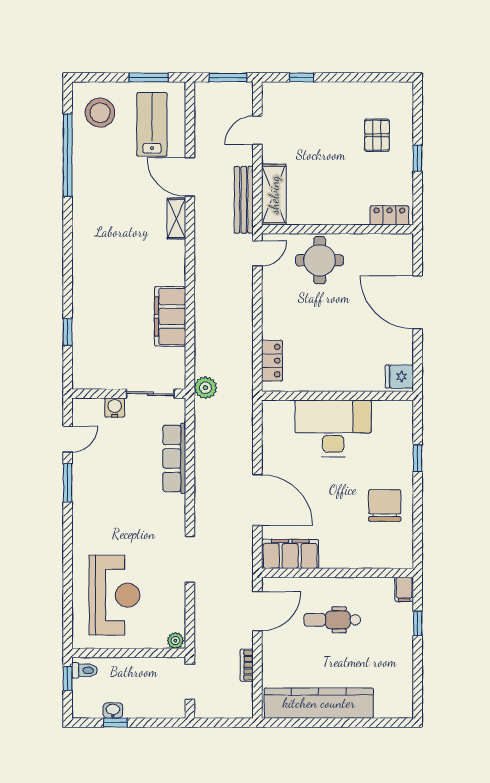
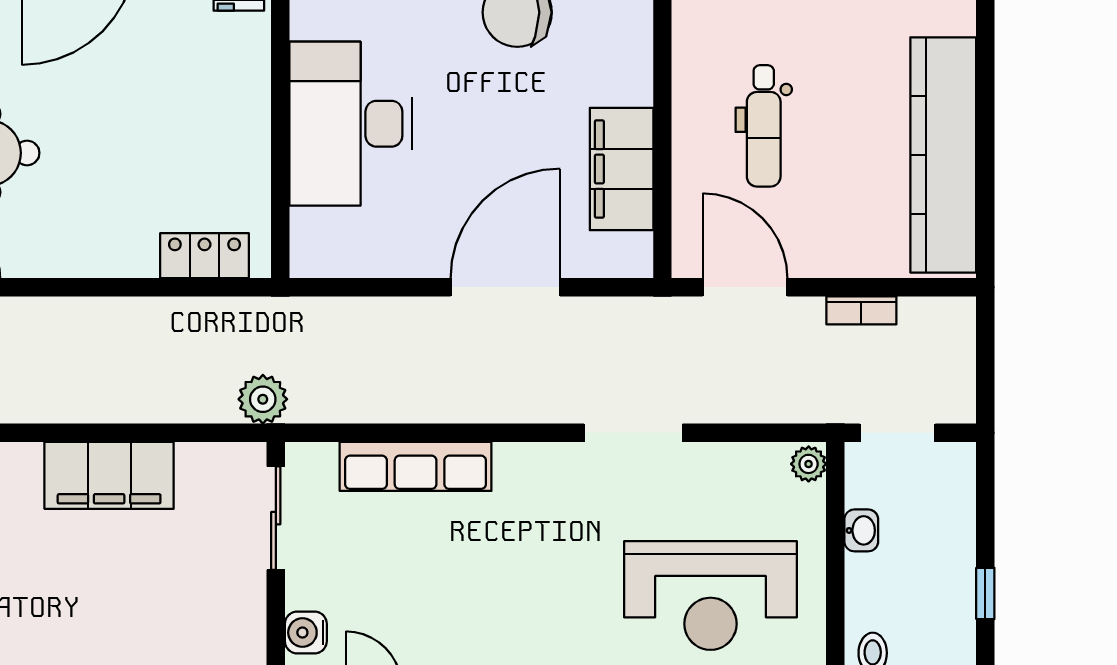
water cooler: (115, 408) -> (306, 632), moved
filing cabinet: (290, 554) -> (622, 169), moved
reception desk: (114, 595) -> (710, 596), turned 180
washbasin: (113, 710) -> (861, 530), moved, turned 180

